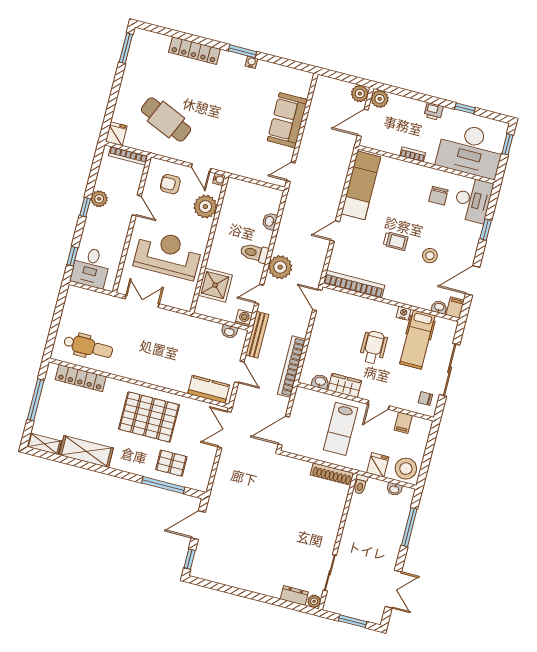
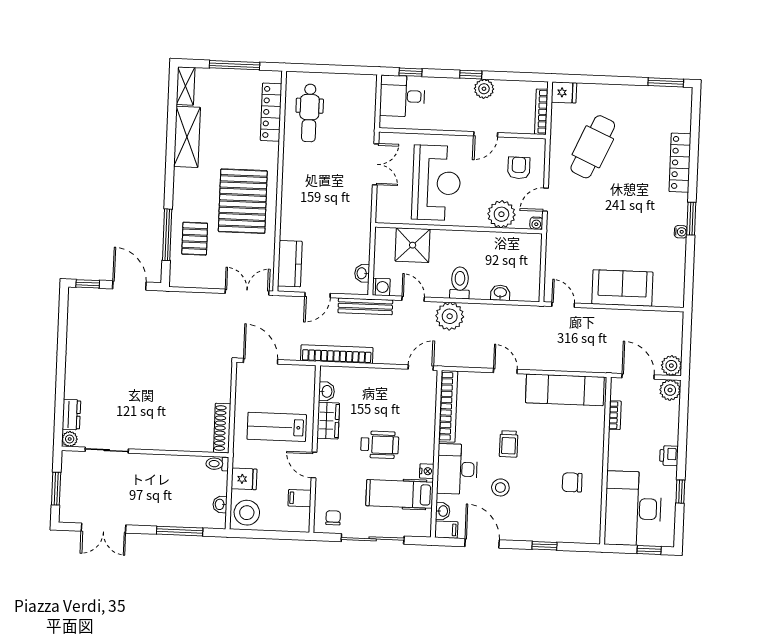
bookcase: (413, 154) -> (615, 415), moved
desk: (473, 200) -> (457, 469), moved, turned 90

